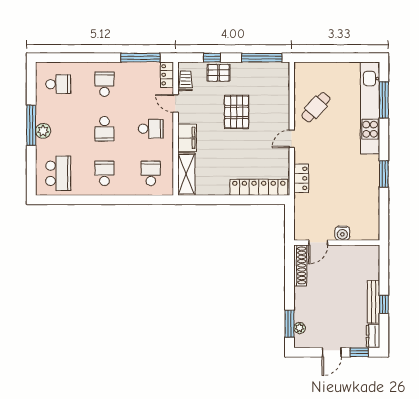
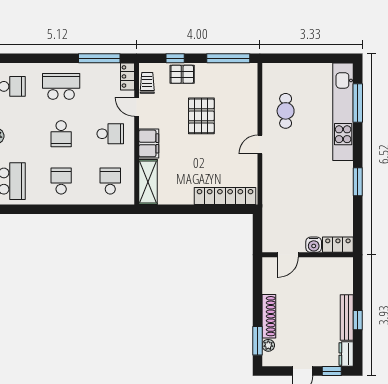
school desk: (104, 84) -> (61, 86), width x1.85
cafe table: (316, 107) -> (286, 111), turned -42
locker: (301, 178) -> (338, 245), moved, turned -90
shoe rack: (300, 265) -> (269, 316), moved

